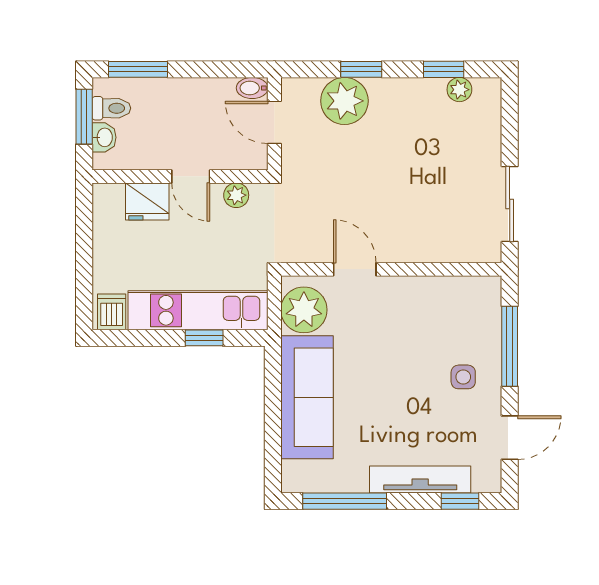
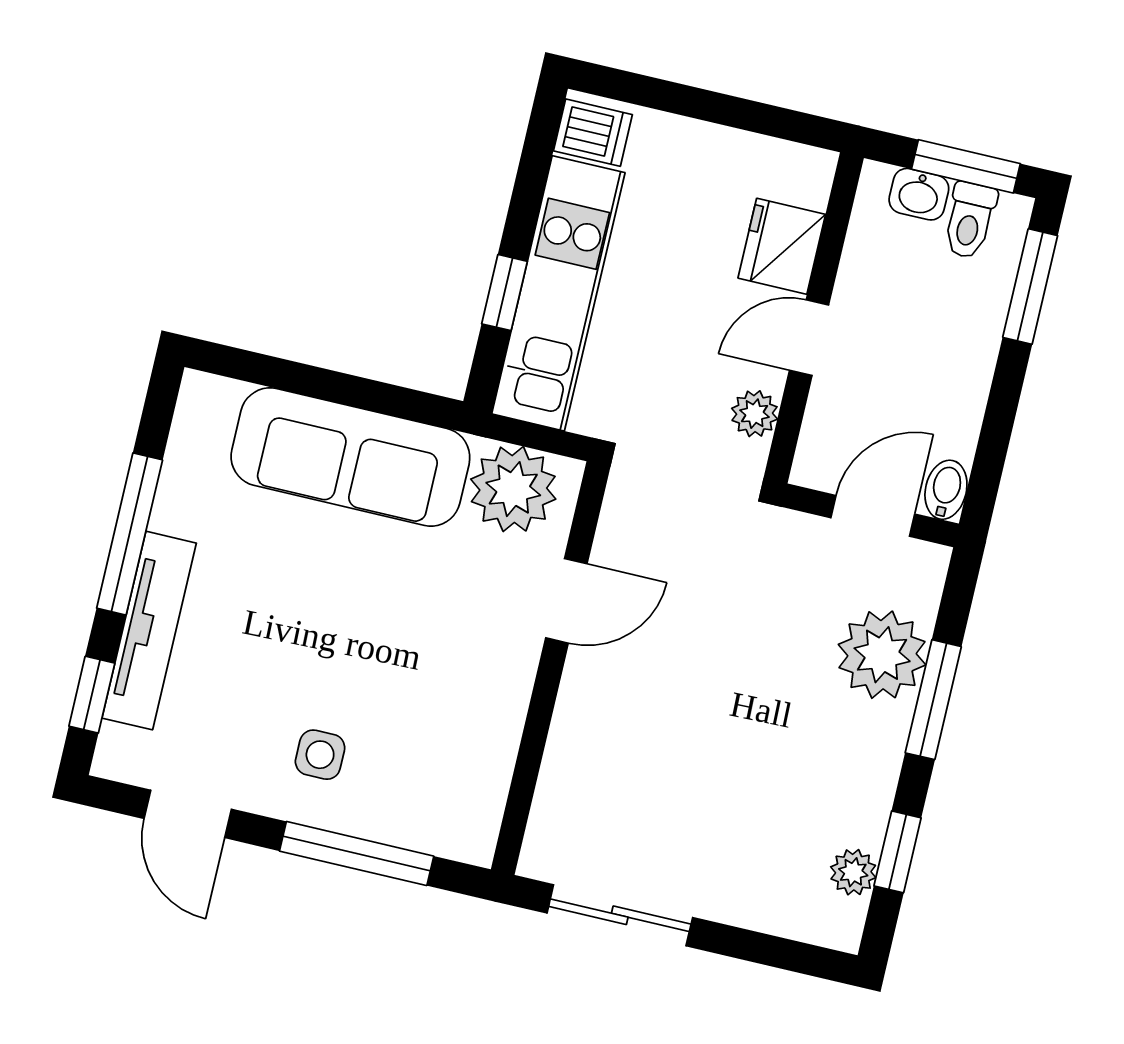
window: (361, 69) -> (933, 700), width x1.50
window: (345, 501) -> (130, 534), moved

